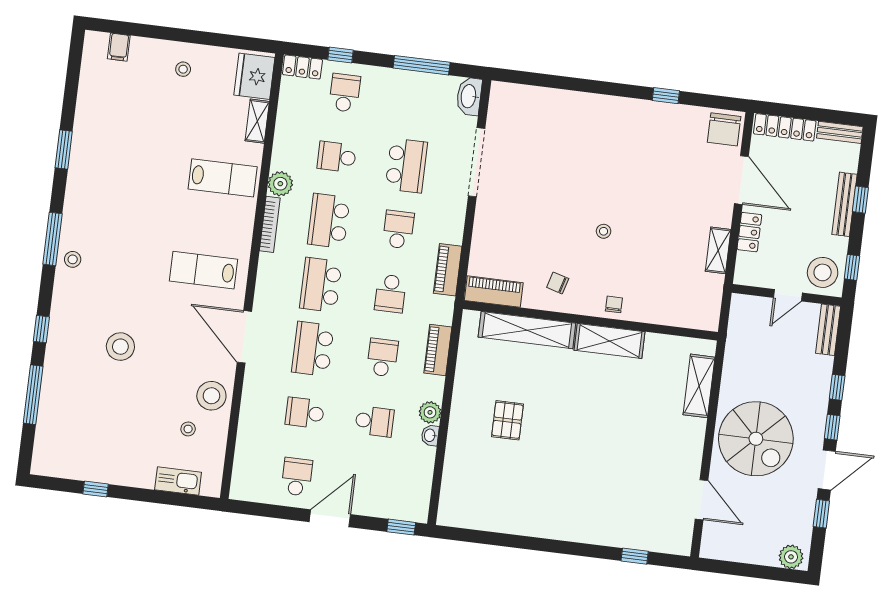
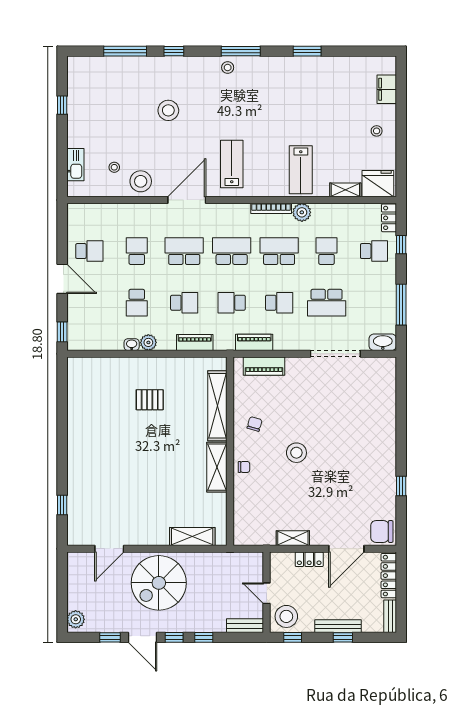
filing cabinet: (119, 47) -> (387, 89), width x2.00
stool: (604, 231) -> (296, 453), width x1.89, depth x1.89
piano: (494, 292) -> (264, 366), moved, turned 90

